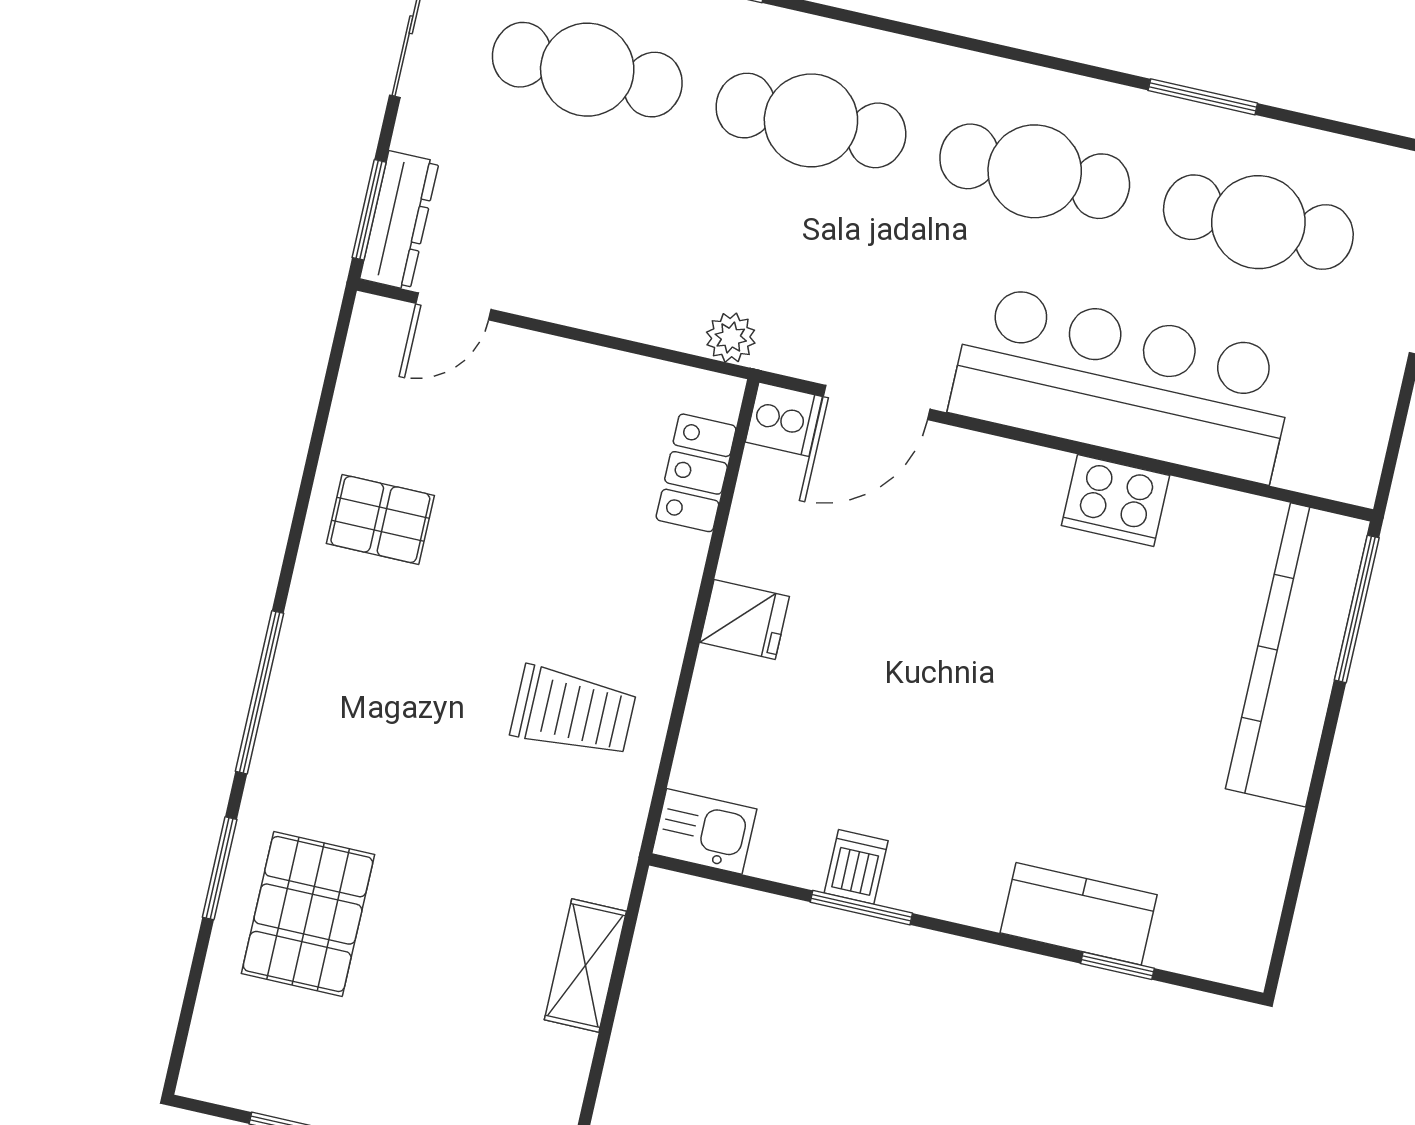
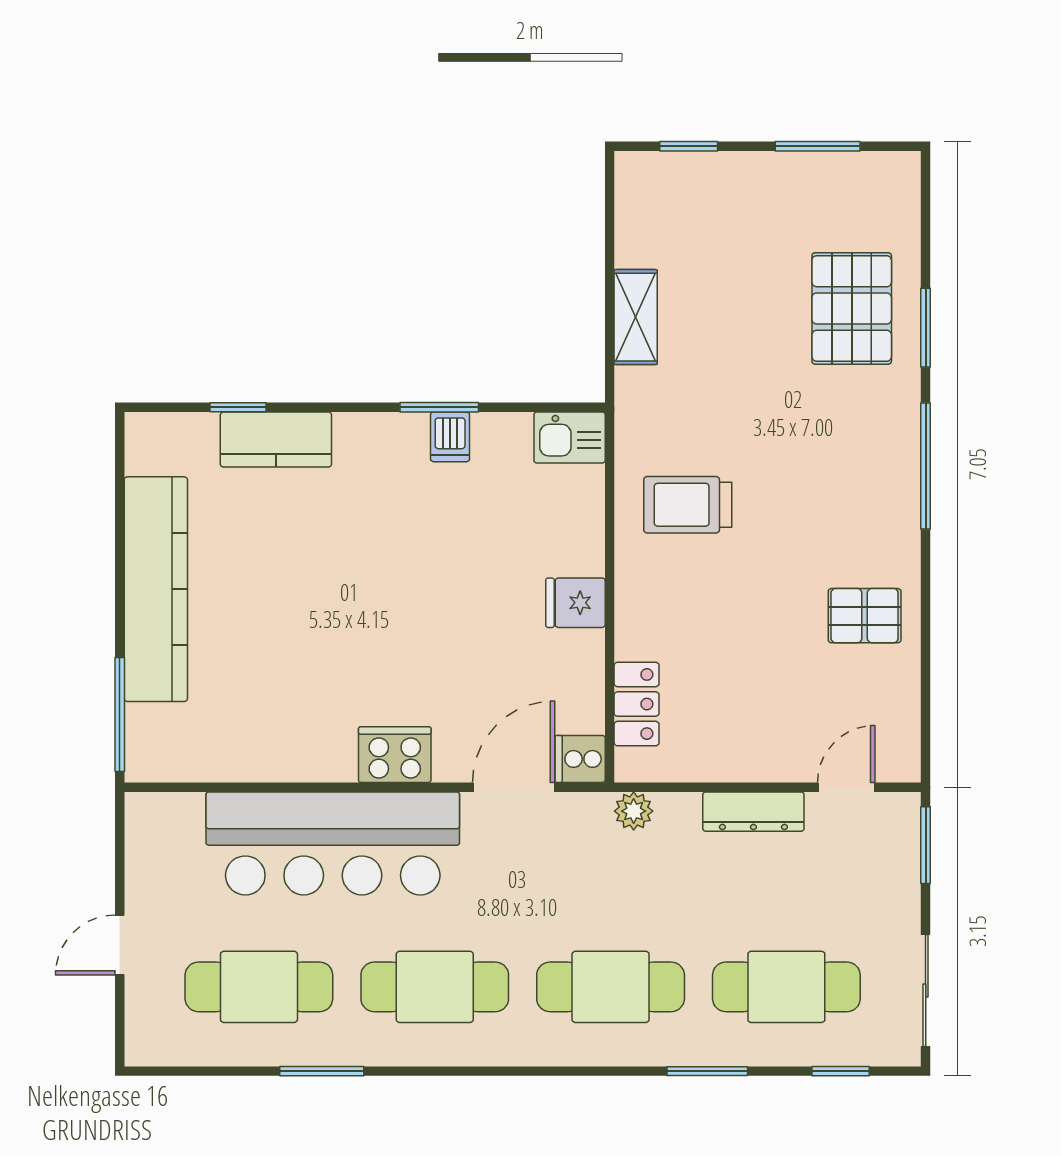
dresser: (399, 220) -> (753, 812), moved, turned -90
cooker: (1116, 500) -> (395, 755), moved
kitchen counter: (1298, 655) -> (156, 589), moved

